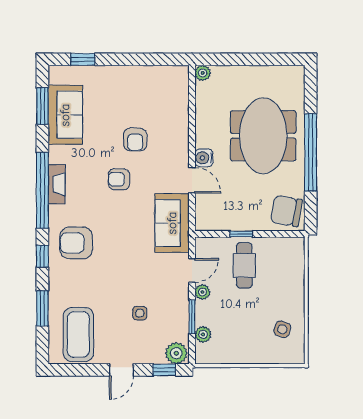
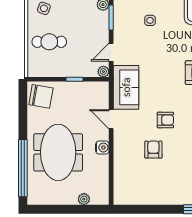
plant: (203, 73) -> (84, 199), moved
window: (311, 152) -> (23, 168), moved
water cooler: (204, 158) -> (102, 148), moved
cafe table: (244, 265) -> (49, 42), moved, turned 90
plant: (202, 292) -> (103, 72), moved

